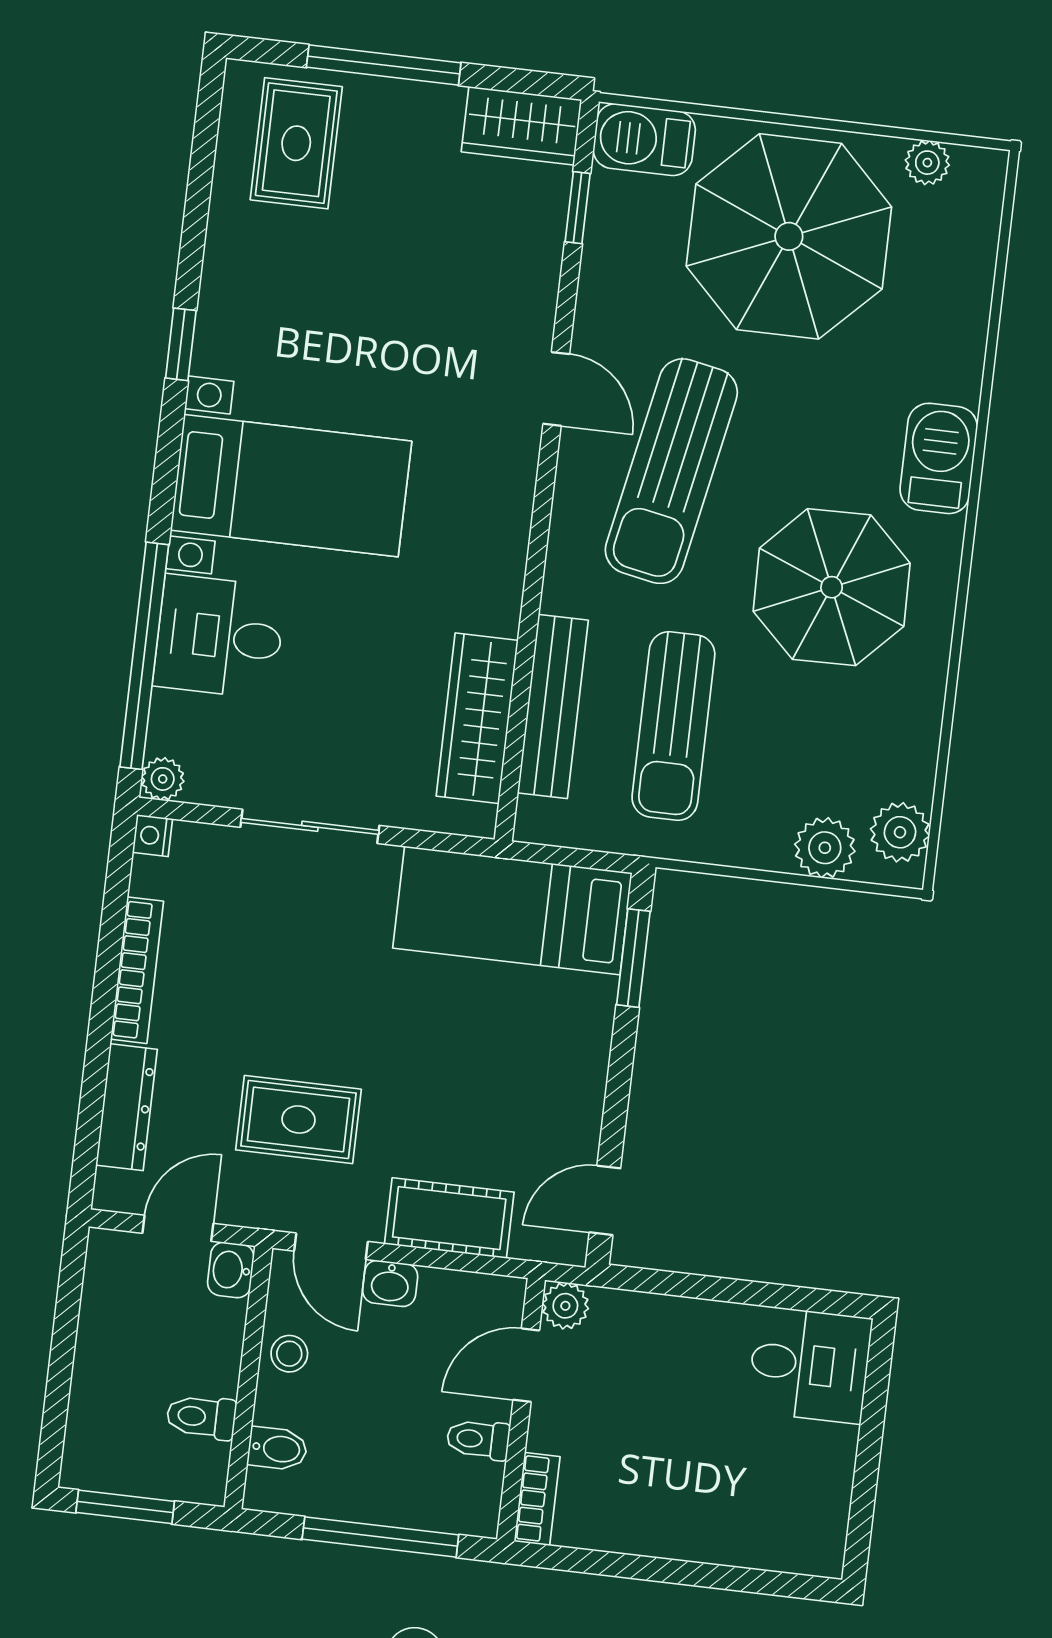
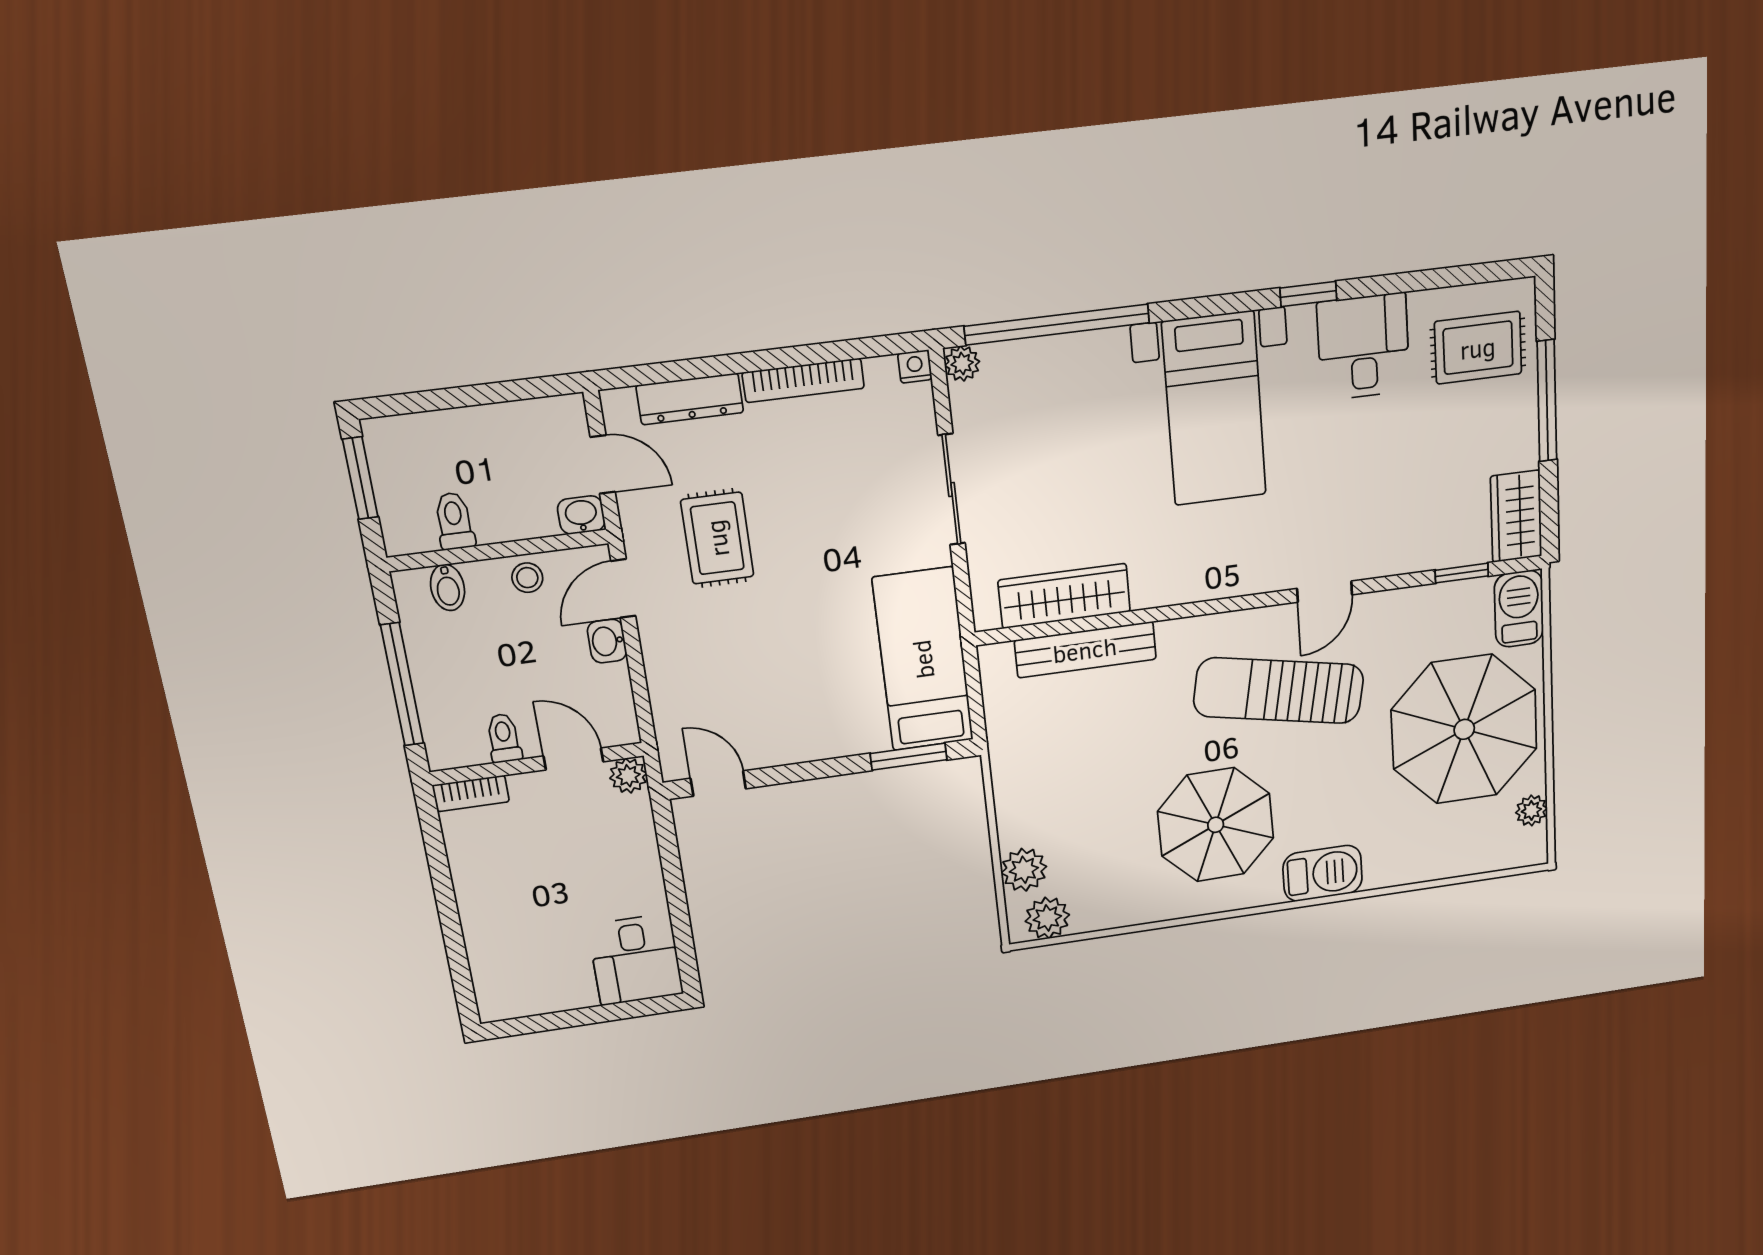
desk: (219, 637) -> (1363, 347), moved
sun lounger: (673, 726) -> (1090, 741), removed
cot: (449, 1218) -> (672, 673), removed

